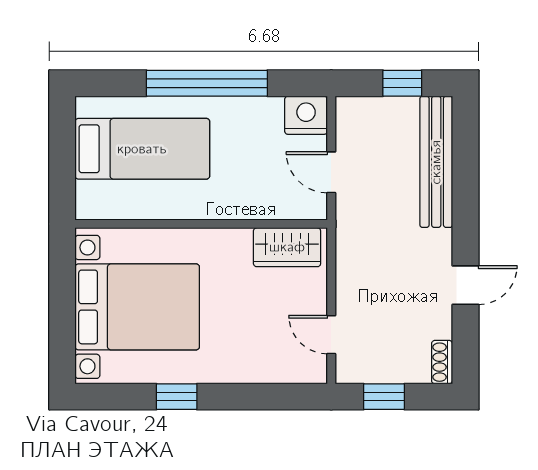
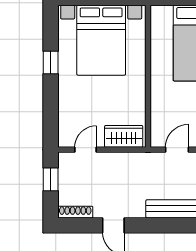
wardrobe: (287, 247) -> (124, 136), moved, turned 90
shoe rack: (442, 362) -> (75, 212), width x1.43

